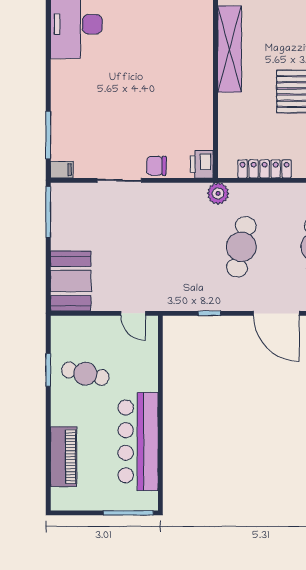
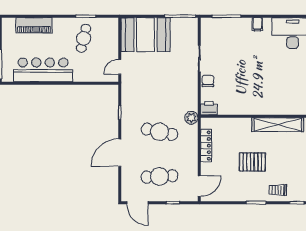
filing cabinet: (62, 170) -> (257, 24), moved
booth: (71, 281) -> (146, 35), width x1.36, depth x1.42

